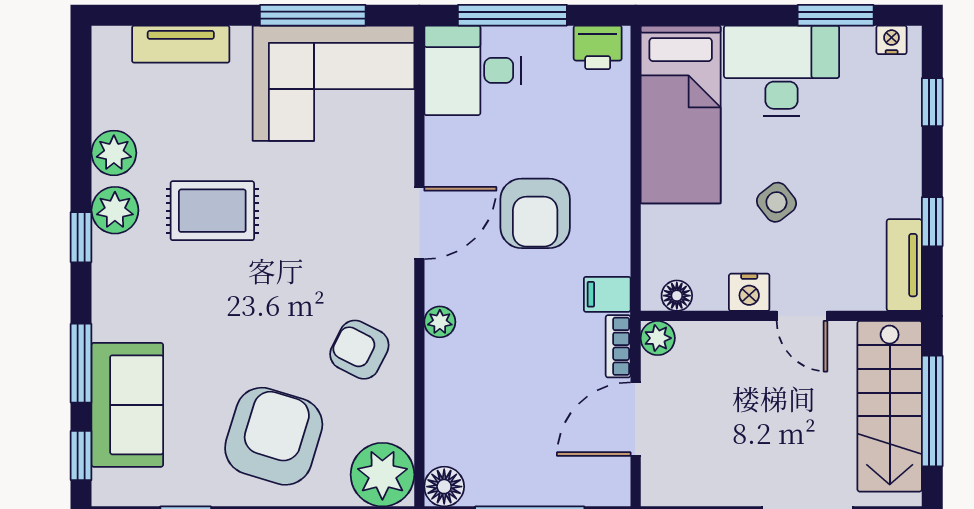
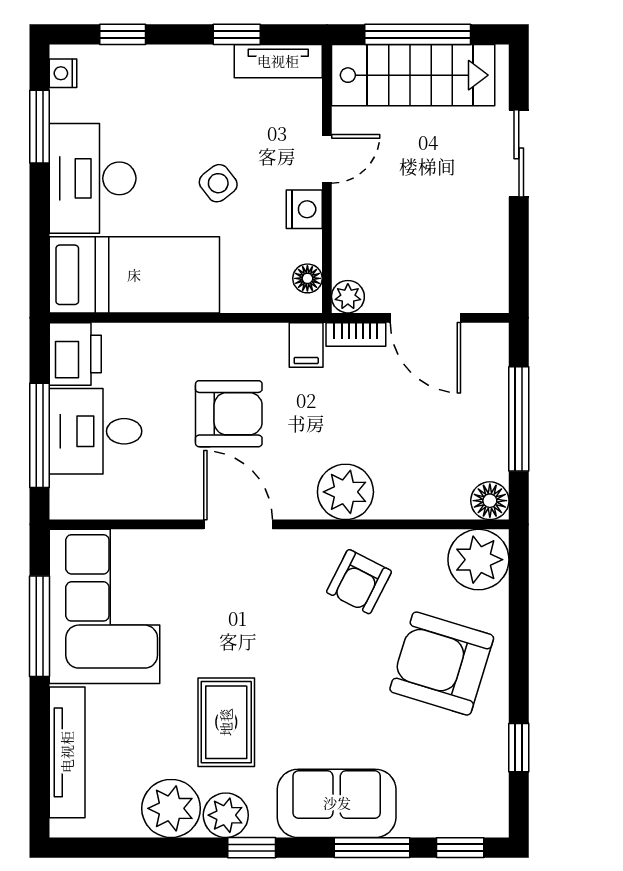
tv unit: (181, 44) -> (67, 752), width x1.41
printer: (598, 47) -> (75, 354), width x1.36, depth x1.24
desk: (473, 70) -> (96, 431), moved, turned 90
plant: (114, 153) -> (171, 808), width x1.36, depth x1.36
plant: (440, 322) -> (345, 492), width x1.88, depth x1.88
sofa: (127, 405) -> (337, 803), moved

